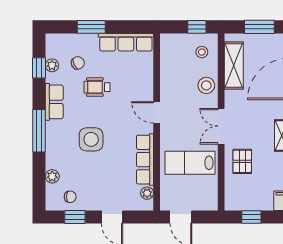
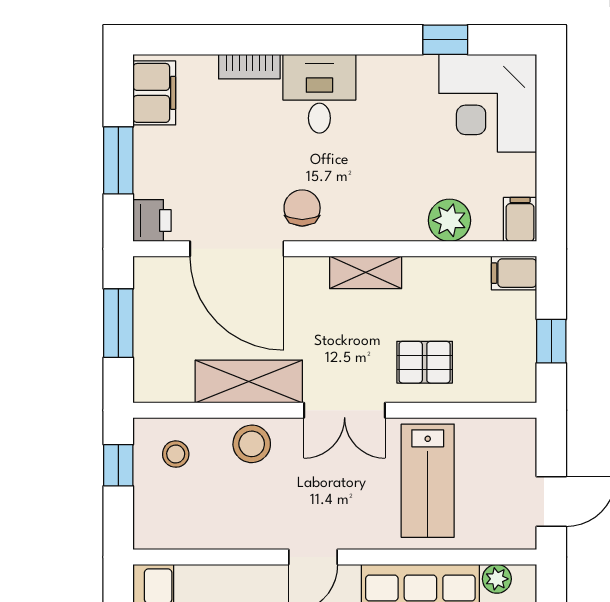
shelving: (234, 65) -> (249, 381), moved

